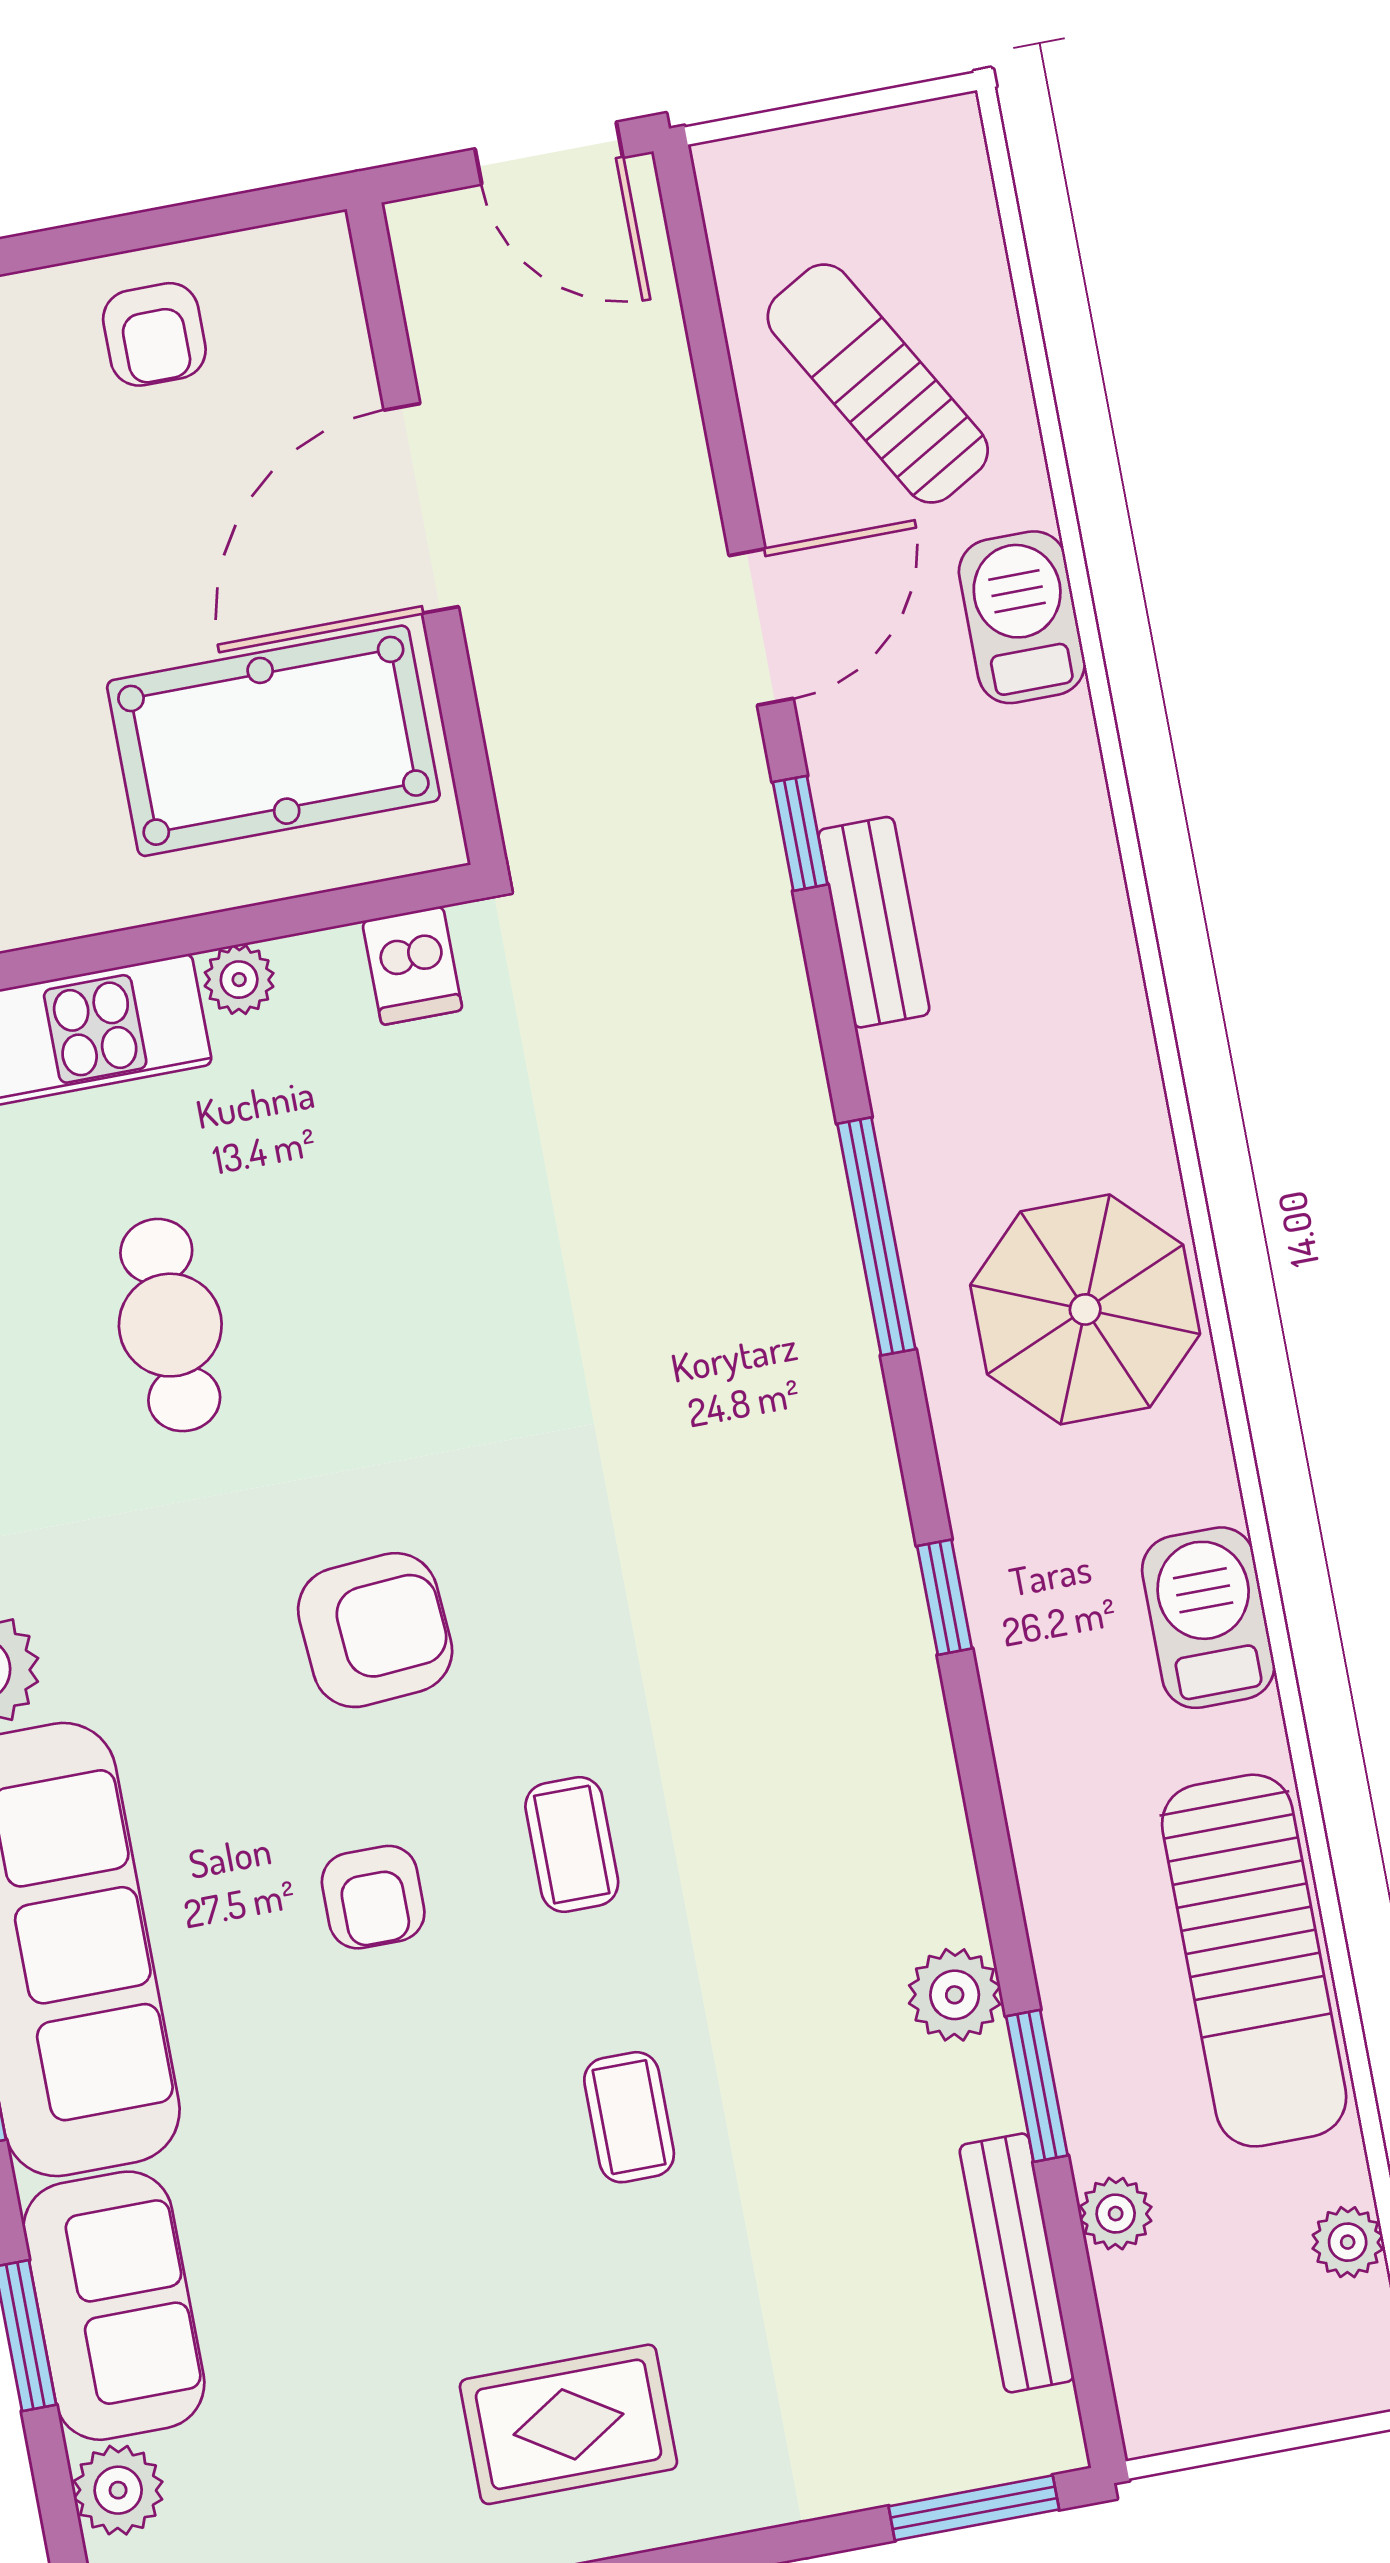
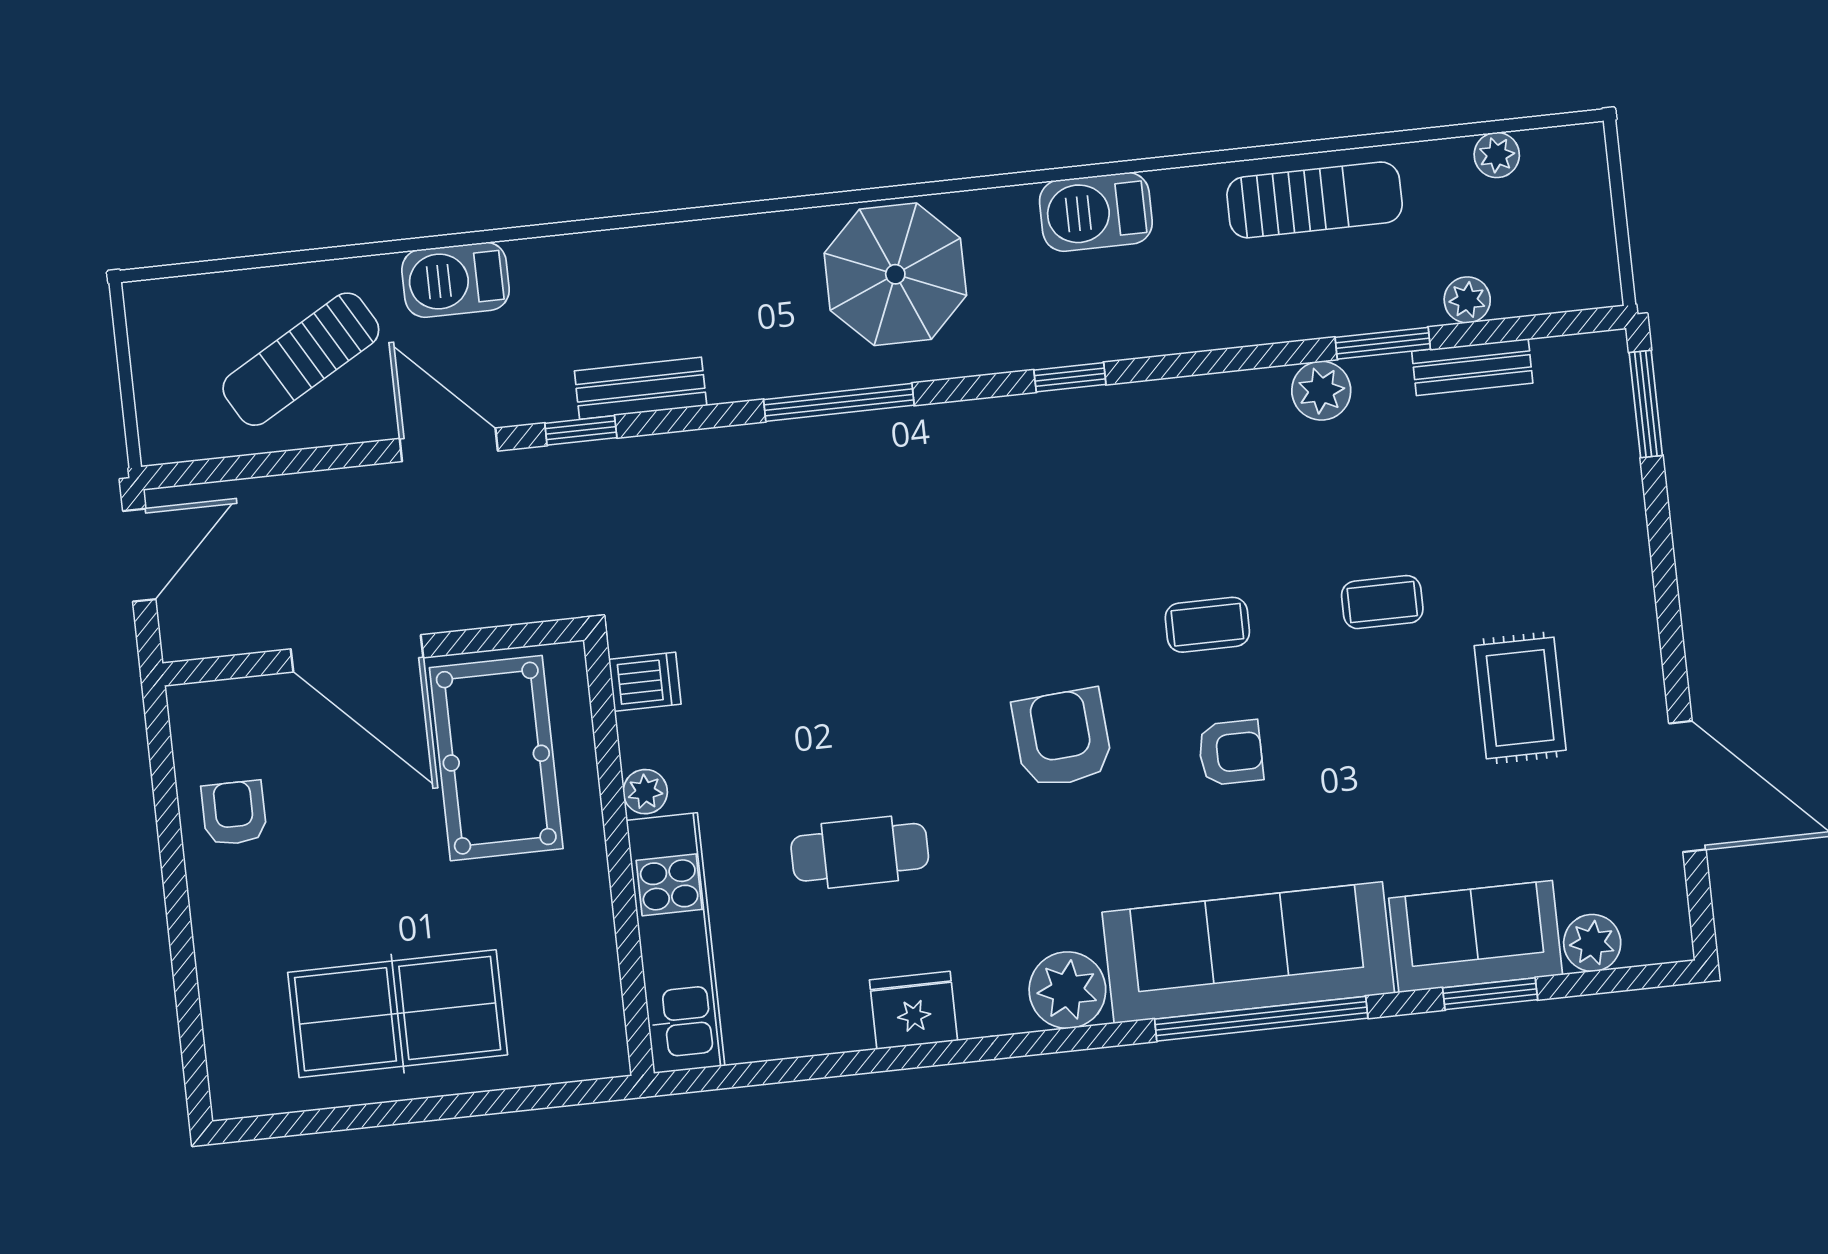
armchair: (154, 334) -> (234, 813), turned -90
sun lounger: (1254, 1961) -> (1315, 200), width x0.73, depth x0.75
bench: (1017, 2263) -> (1472, 367), width x0.73
rug: (568, 2424) -> (1520, 698), moved

